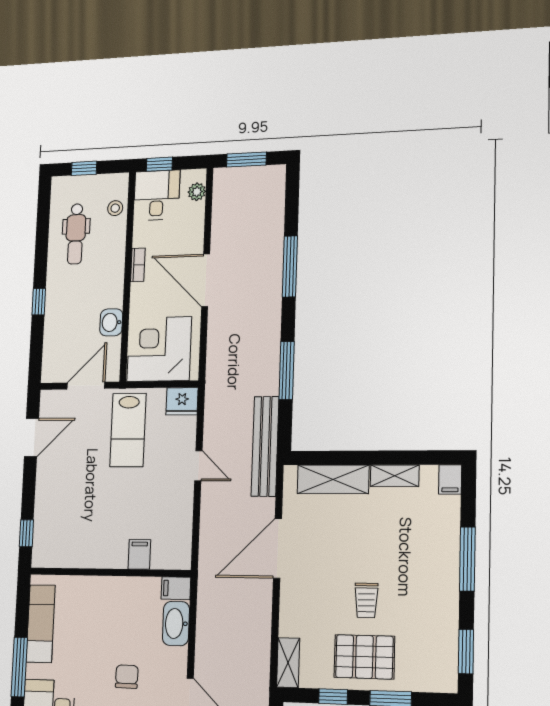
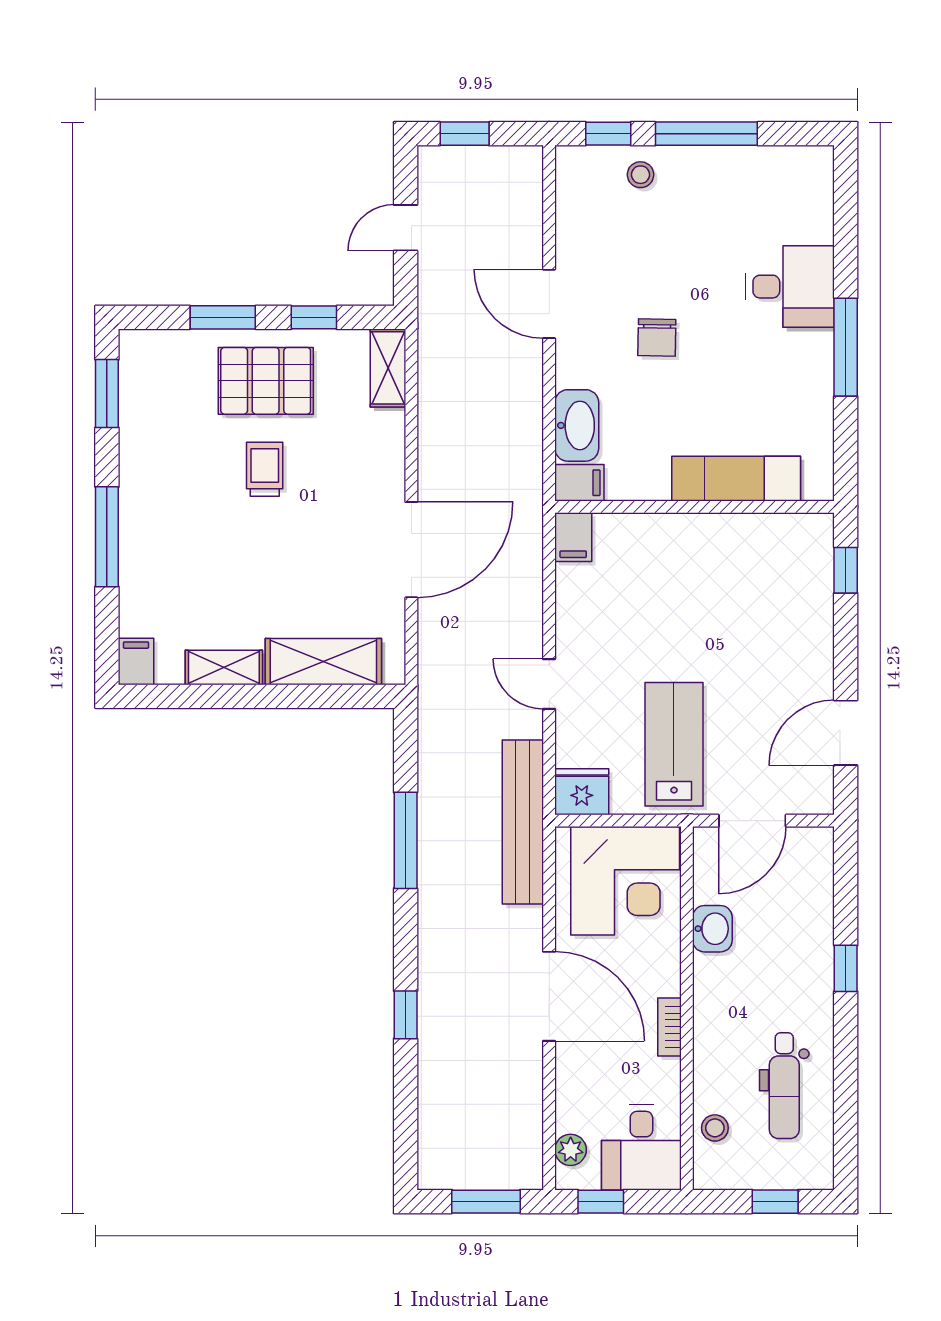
window: (159, 164) -> (601, 1202), moved
dental chair: (76, 234) -> (784, 1086), turned 180
window: (290, 266) -> (406, 1015), width x0.46
bench: (265, 446) -> (523, 822), moved
filing cabinet: (139, 554) -> (573, 537), moved
exam couch: (41, 624) -> (736, 479), moved, turned 90

